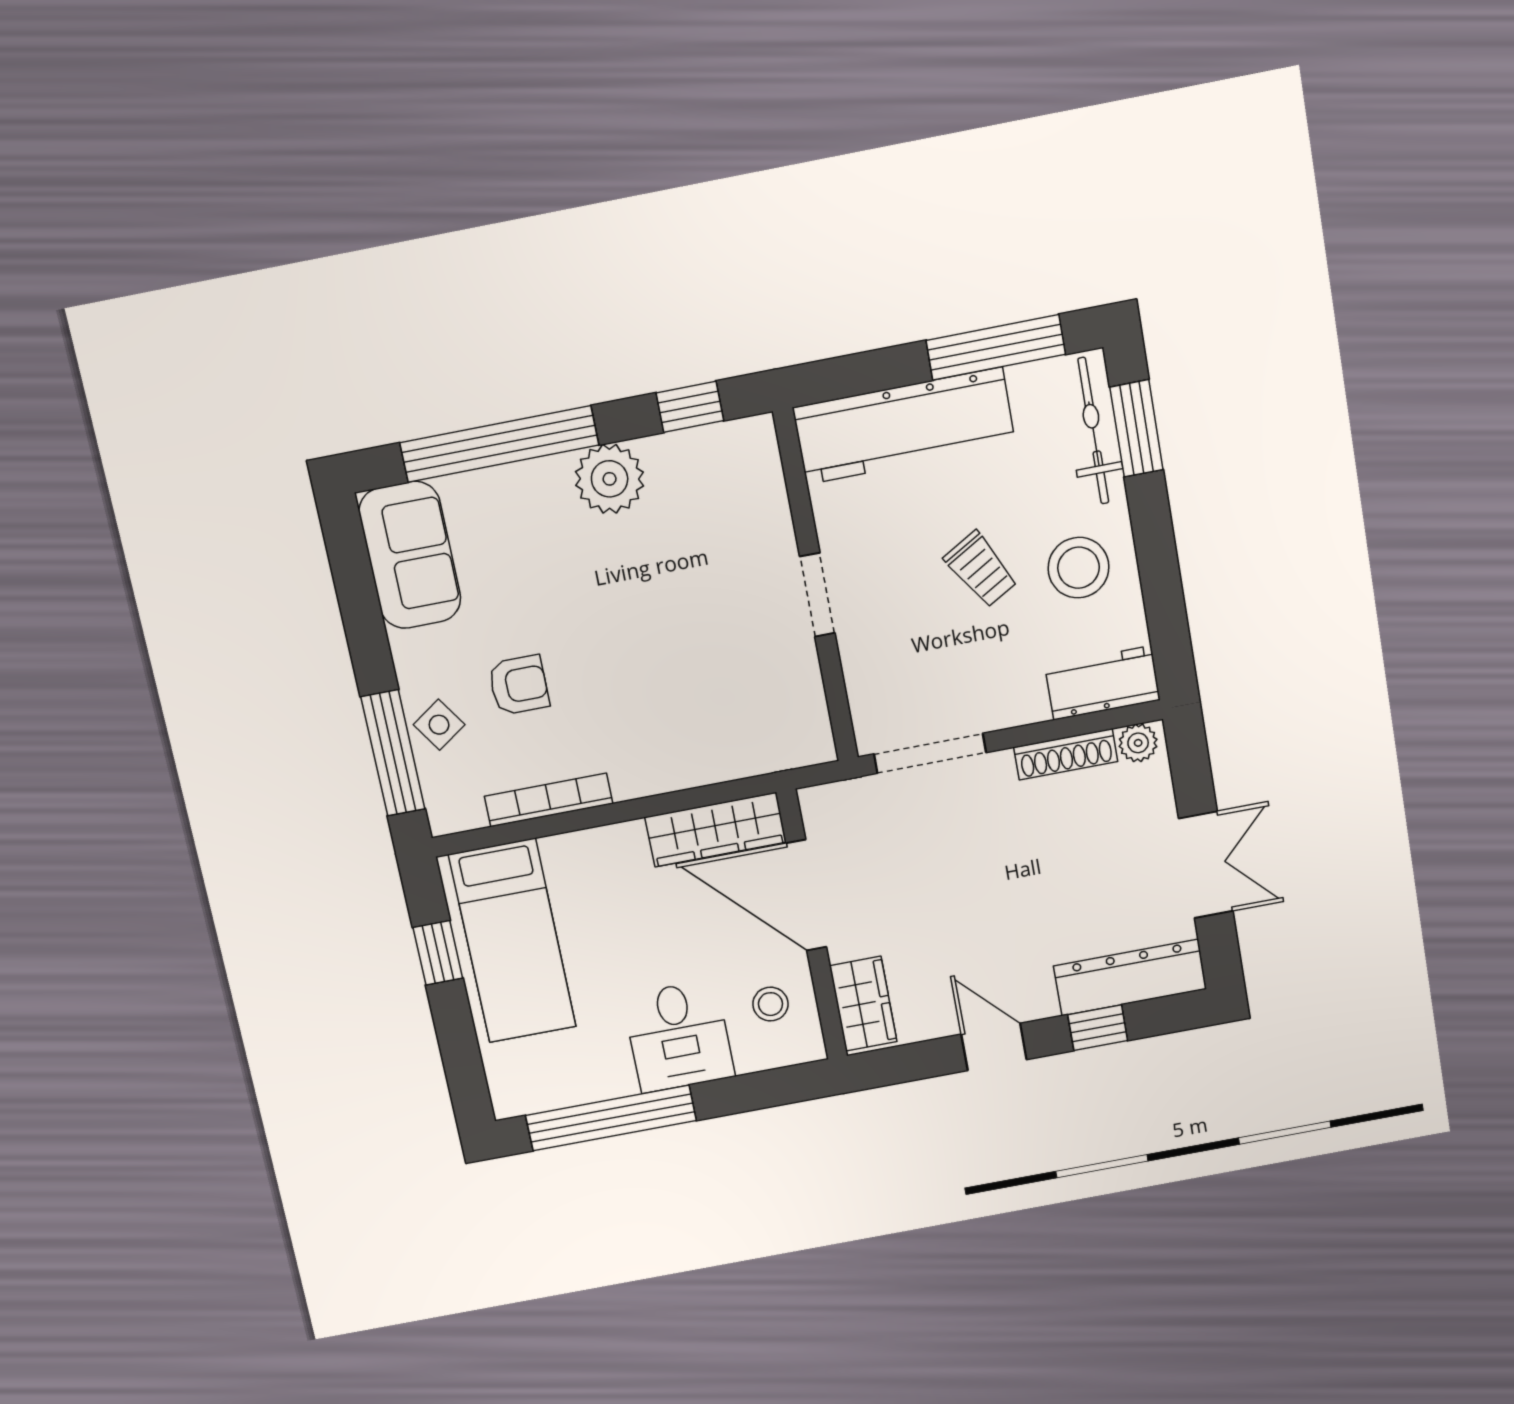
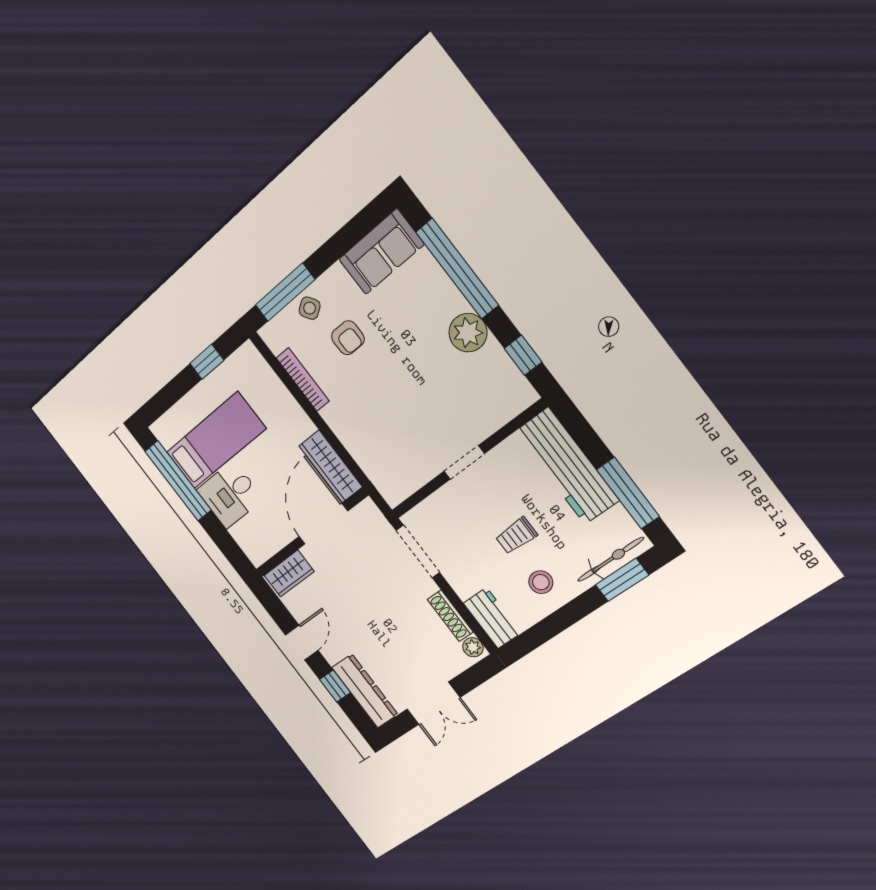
stool: (1079, 568) -> (541, 582), width x0.73, depth x0.73
trolley: (981, 569) -> (516, 536), turned 30
bed: (512, 941) -> (216, 440), moved, turned 180
stool: (770, 1004) -> (266, 530), removed

